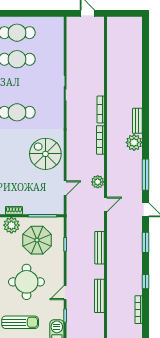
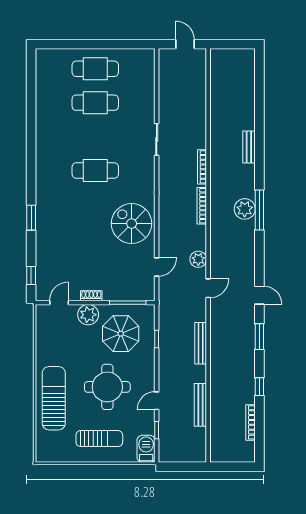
bench: (137, 121) -> (249, 147), moved
window: (146, 175) -> (259, 210), moved

